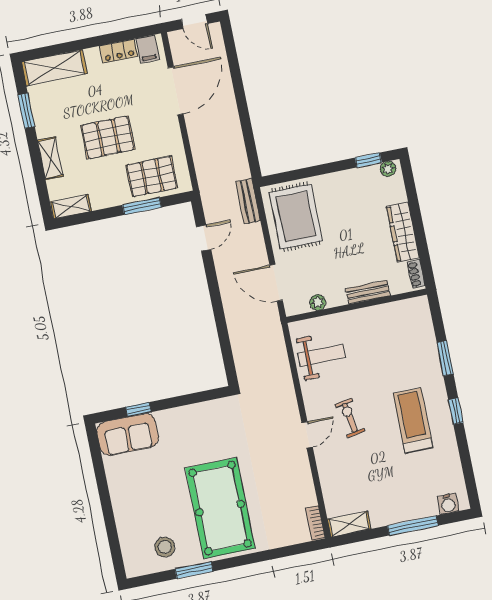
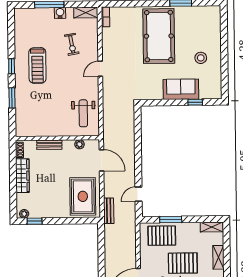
weight bench: (321, 355) -> (83, 113), turned -90
exercise bike: (350, 418) -> (72, 44), moved
sofa: (128, 434) -> (181, 89), moved
water cooler: (448, 504) -> (60, 13), moved
stool: (165, 547) -> (201, 58), moved

